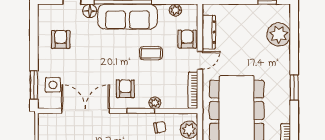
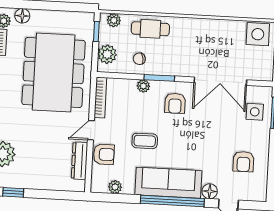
armchair: (187, 39) -> (104, 154), turned -90

